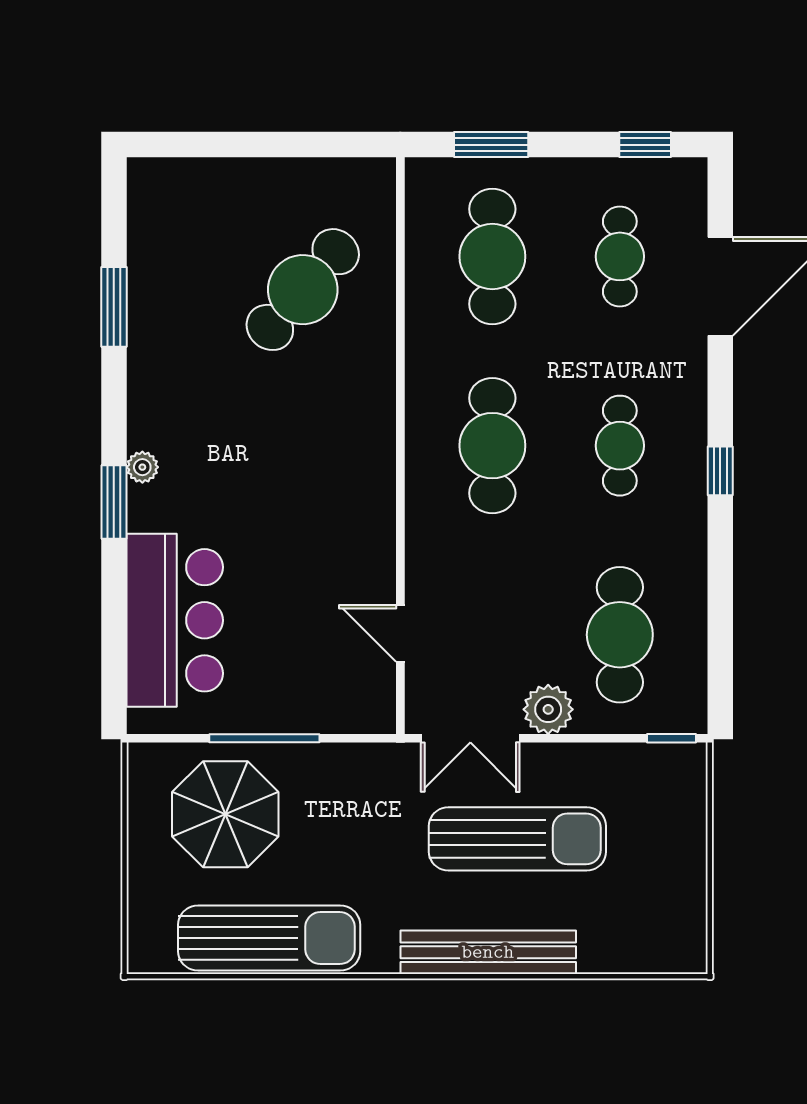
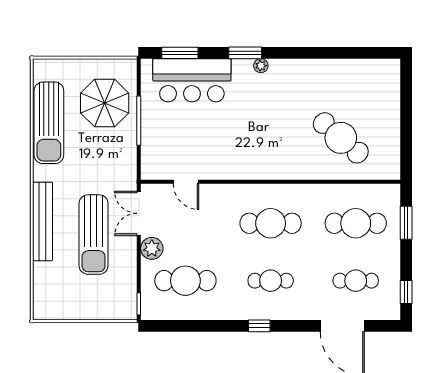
window: (114, 307) -> (180, 53), moved
door: (400, 633) -> (186, 182), swing flipped

